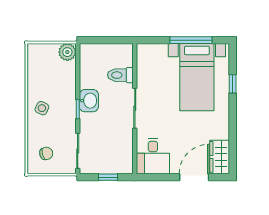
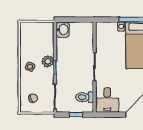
plant: (67, 52) -> (48, 61), moved
toilet: (120, 75) -> (85, 97), moved
washbasin: (89, 101) -> (63, 30), moved

